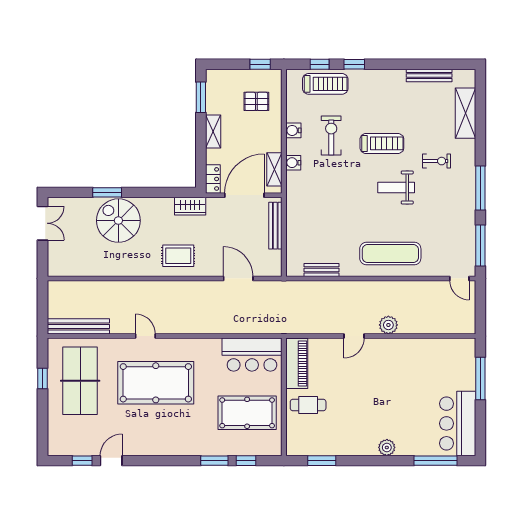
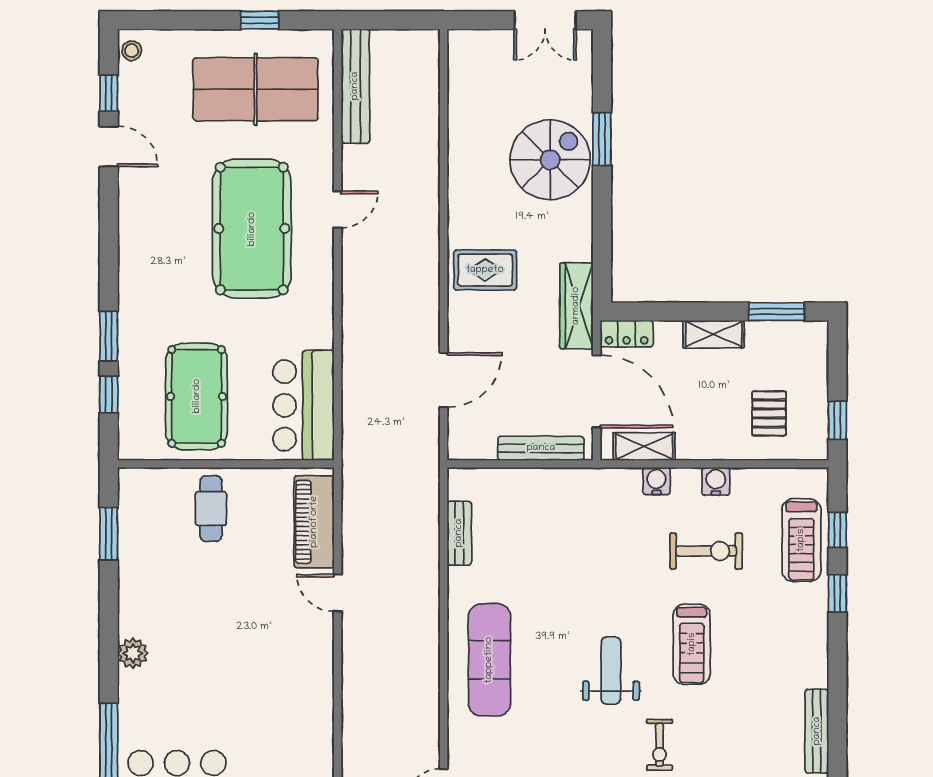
wardrobe: (190, 206) -> (576, 306), width x1.50
rug: (178, 256) -> (485, 270), turned 90
plant: (388, 325) -> (358, 656), removed
piano: (297, 364) -> (314, 522), moved, turned 90
stool: (59, 448) -> (132, 51), added

